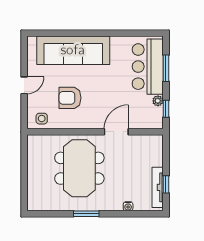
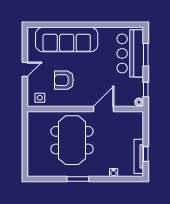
plant: (158, 101) -> (139, 102), moved

